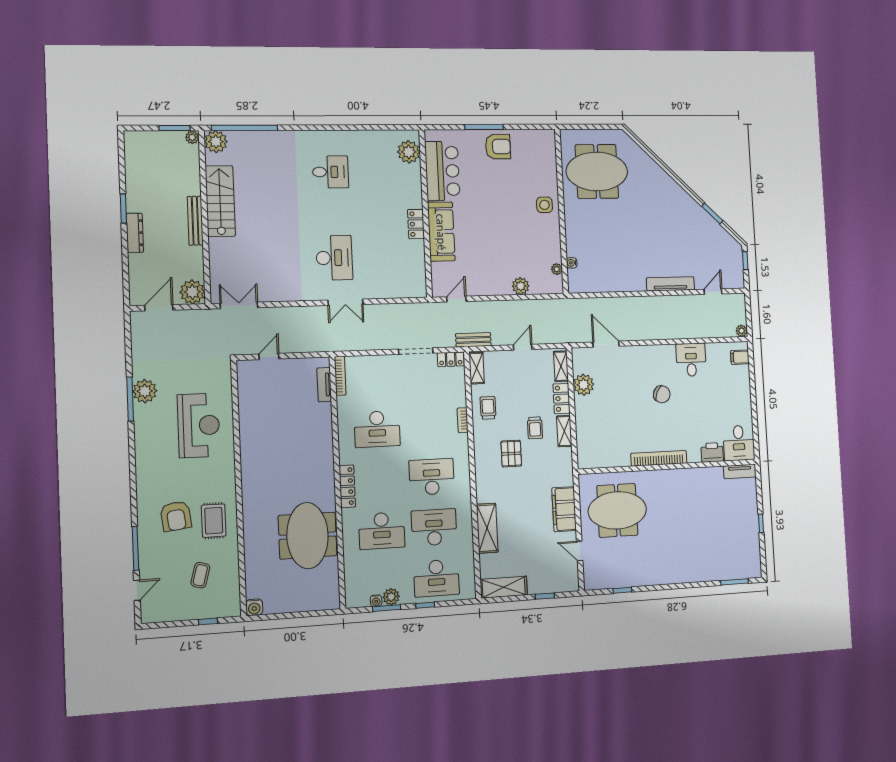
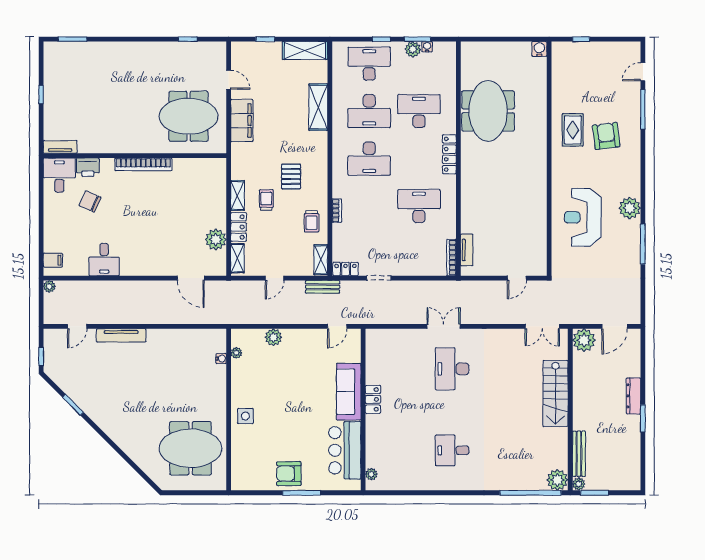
plant: (409, 152) -> (371, 474), width x0.53, depth x0.53
stairs: (220, 201) -> (555, 393), moved
bench: (195, 221) -> (579, 454), moved
doorway: (416, 351) -> (379, 278), width x0.73
plant: (145, 391) -> (630, 208), moved
chair: (662, 394) -> (90, 201), moved
coffee table: (200, 575) -> (586, 81), removed

